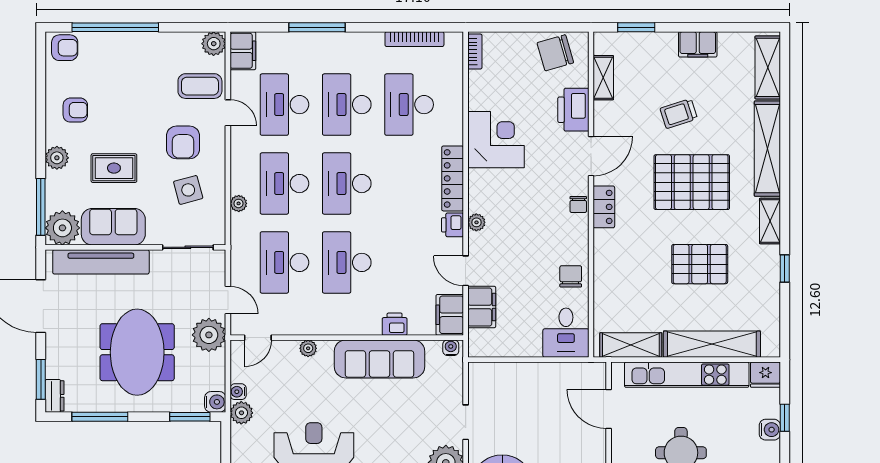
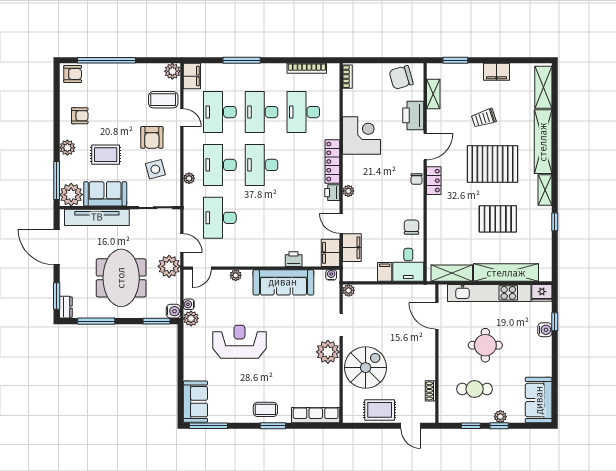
desk: (347, 262) -> (262, 218), removed
filing cabinet: (531, 343) -> (385, 272), added
plant: (477, 371) -> (349, 290), added

